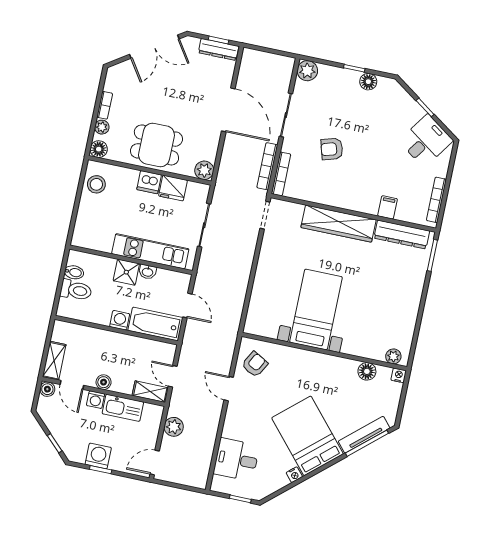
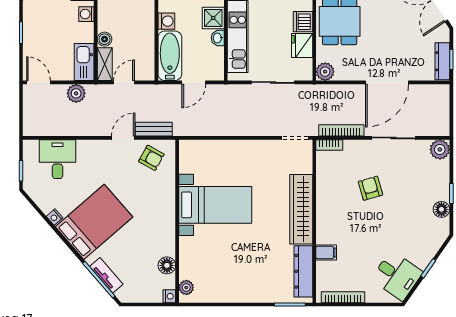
bookcase: (281, 174) -> (329, 145), width x0.64
bench: (226, 356) -> (154, 129), added
boiler: (104, 382) -> (105, 39), moved
kitchen sink: (123, 408) -> (84, 62), moved
tv unit: (364, 435) -> (106, 275), width x0.71
washing machine: (98, 456) -> (34, 28), removed

